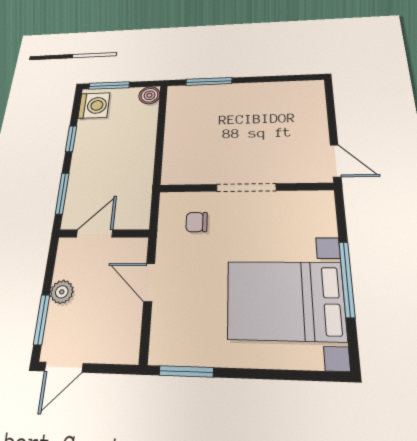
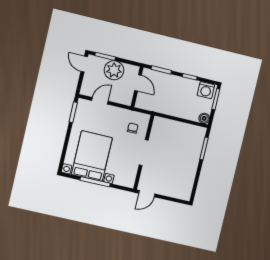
door: (149, 282) -> (100, 101), moved
plant: (62, 292) -> (114, 70), width x1.87, depth x1.87

